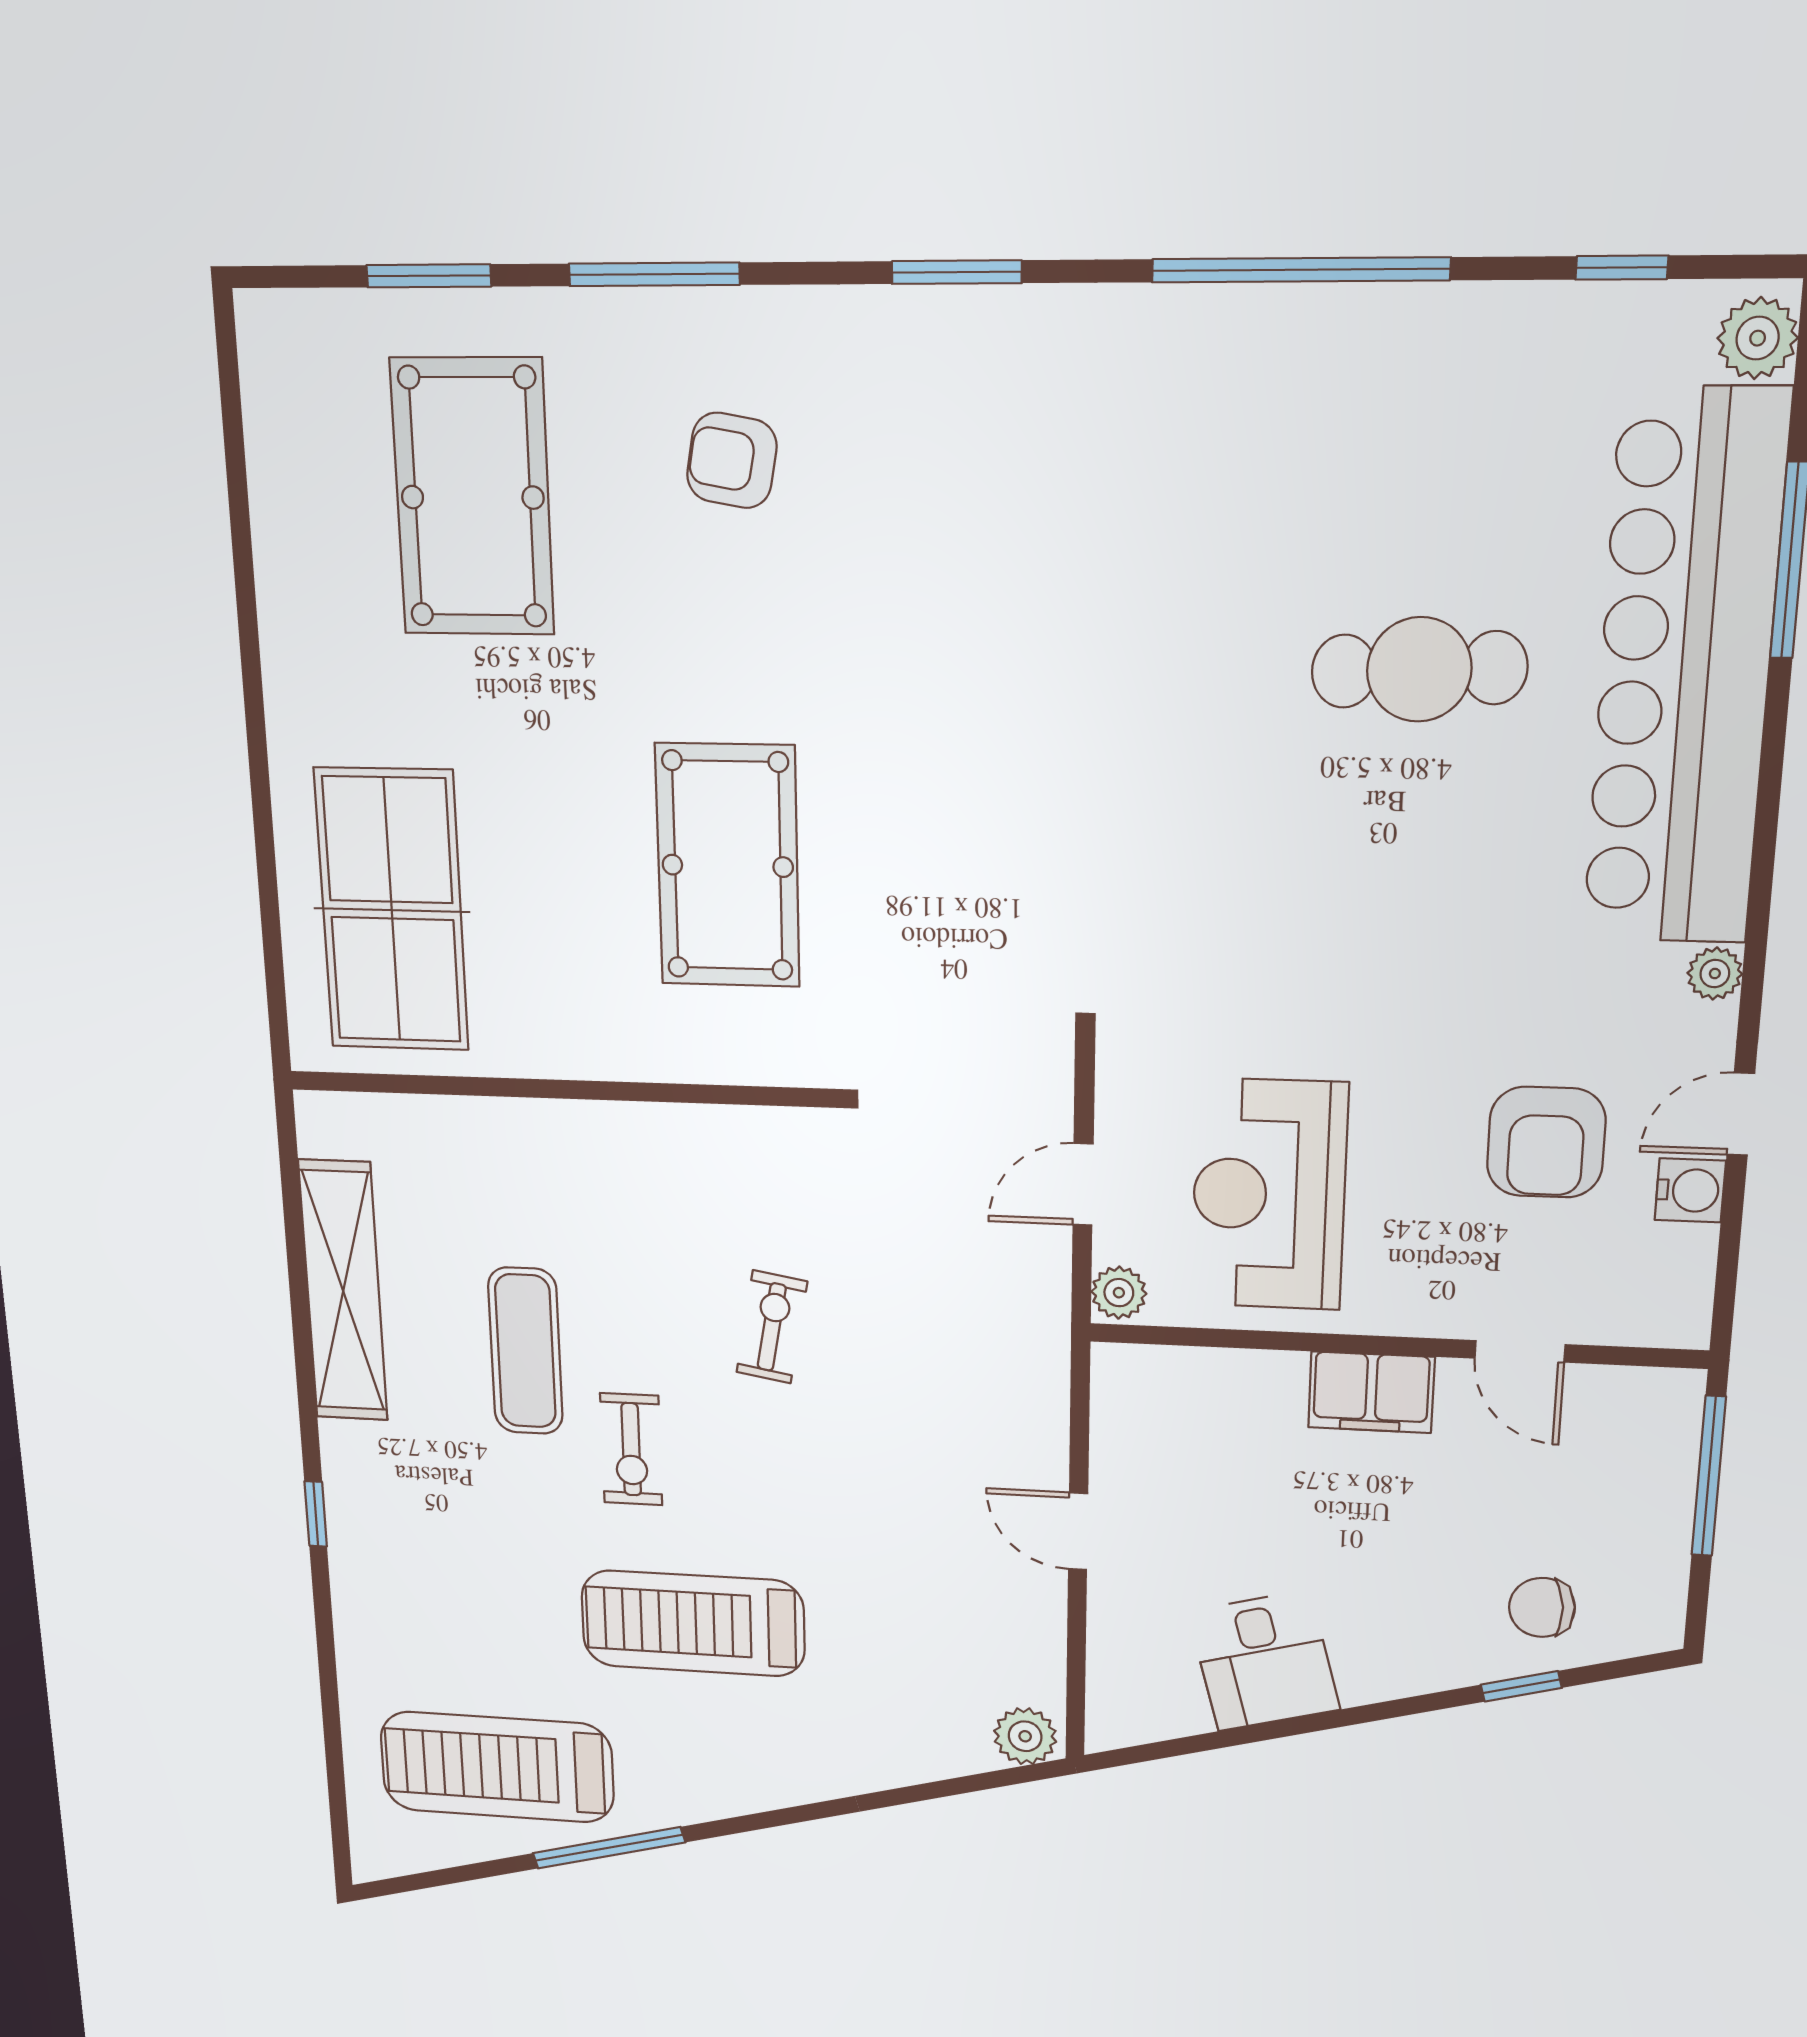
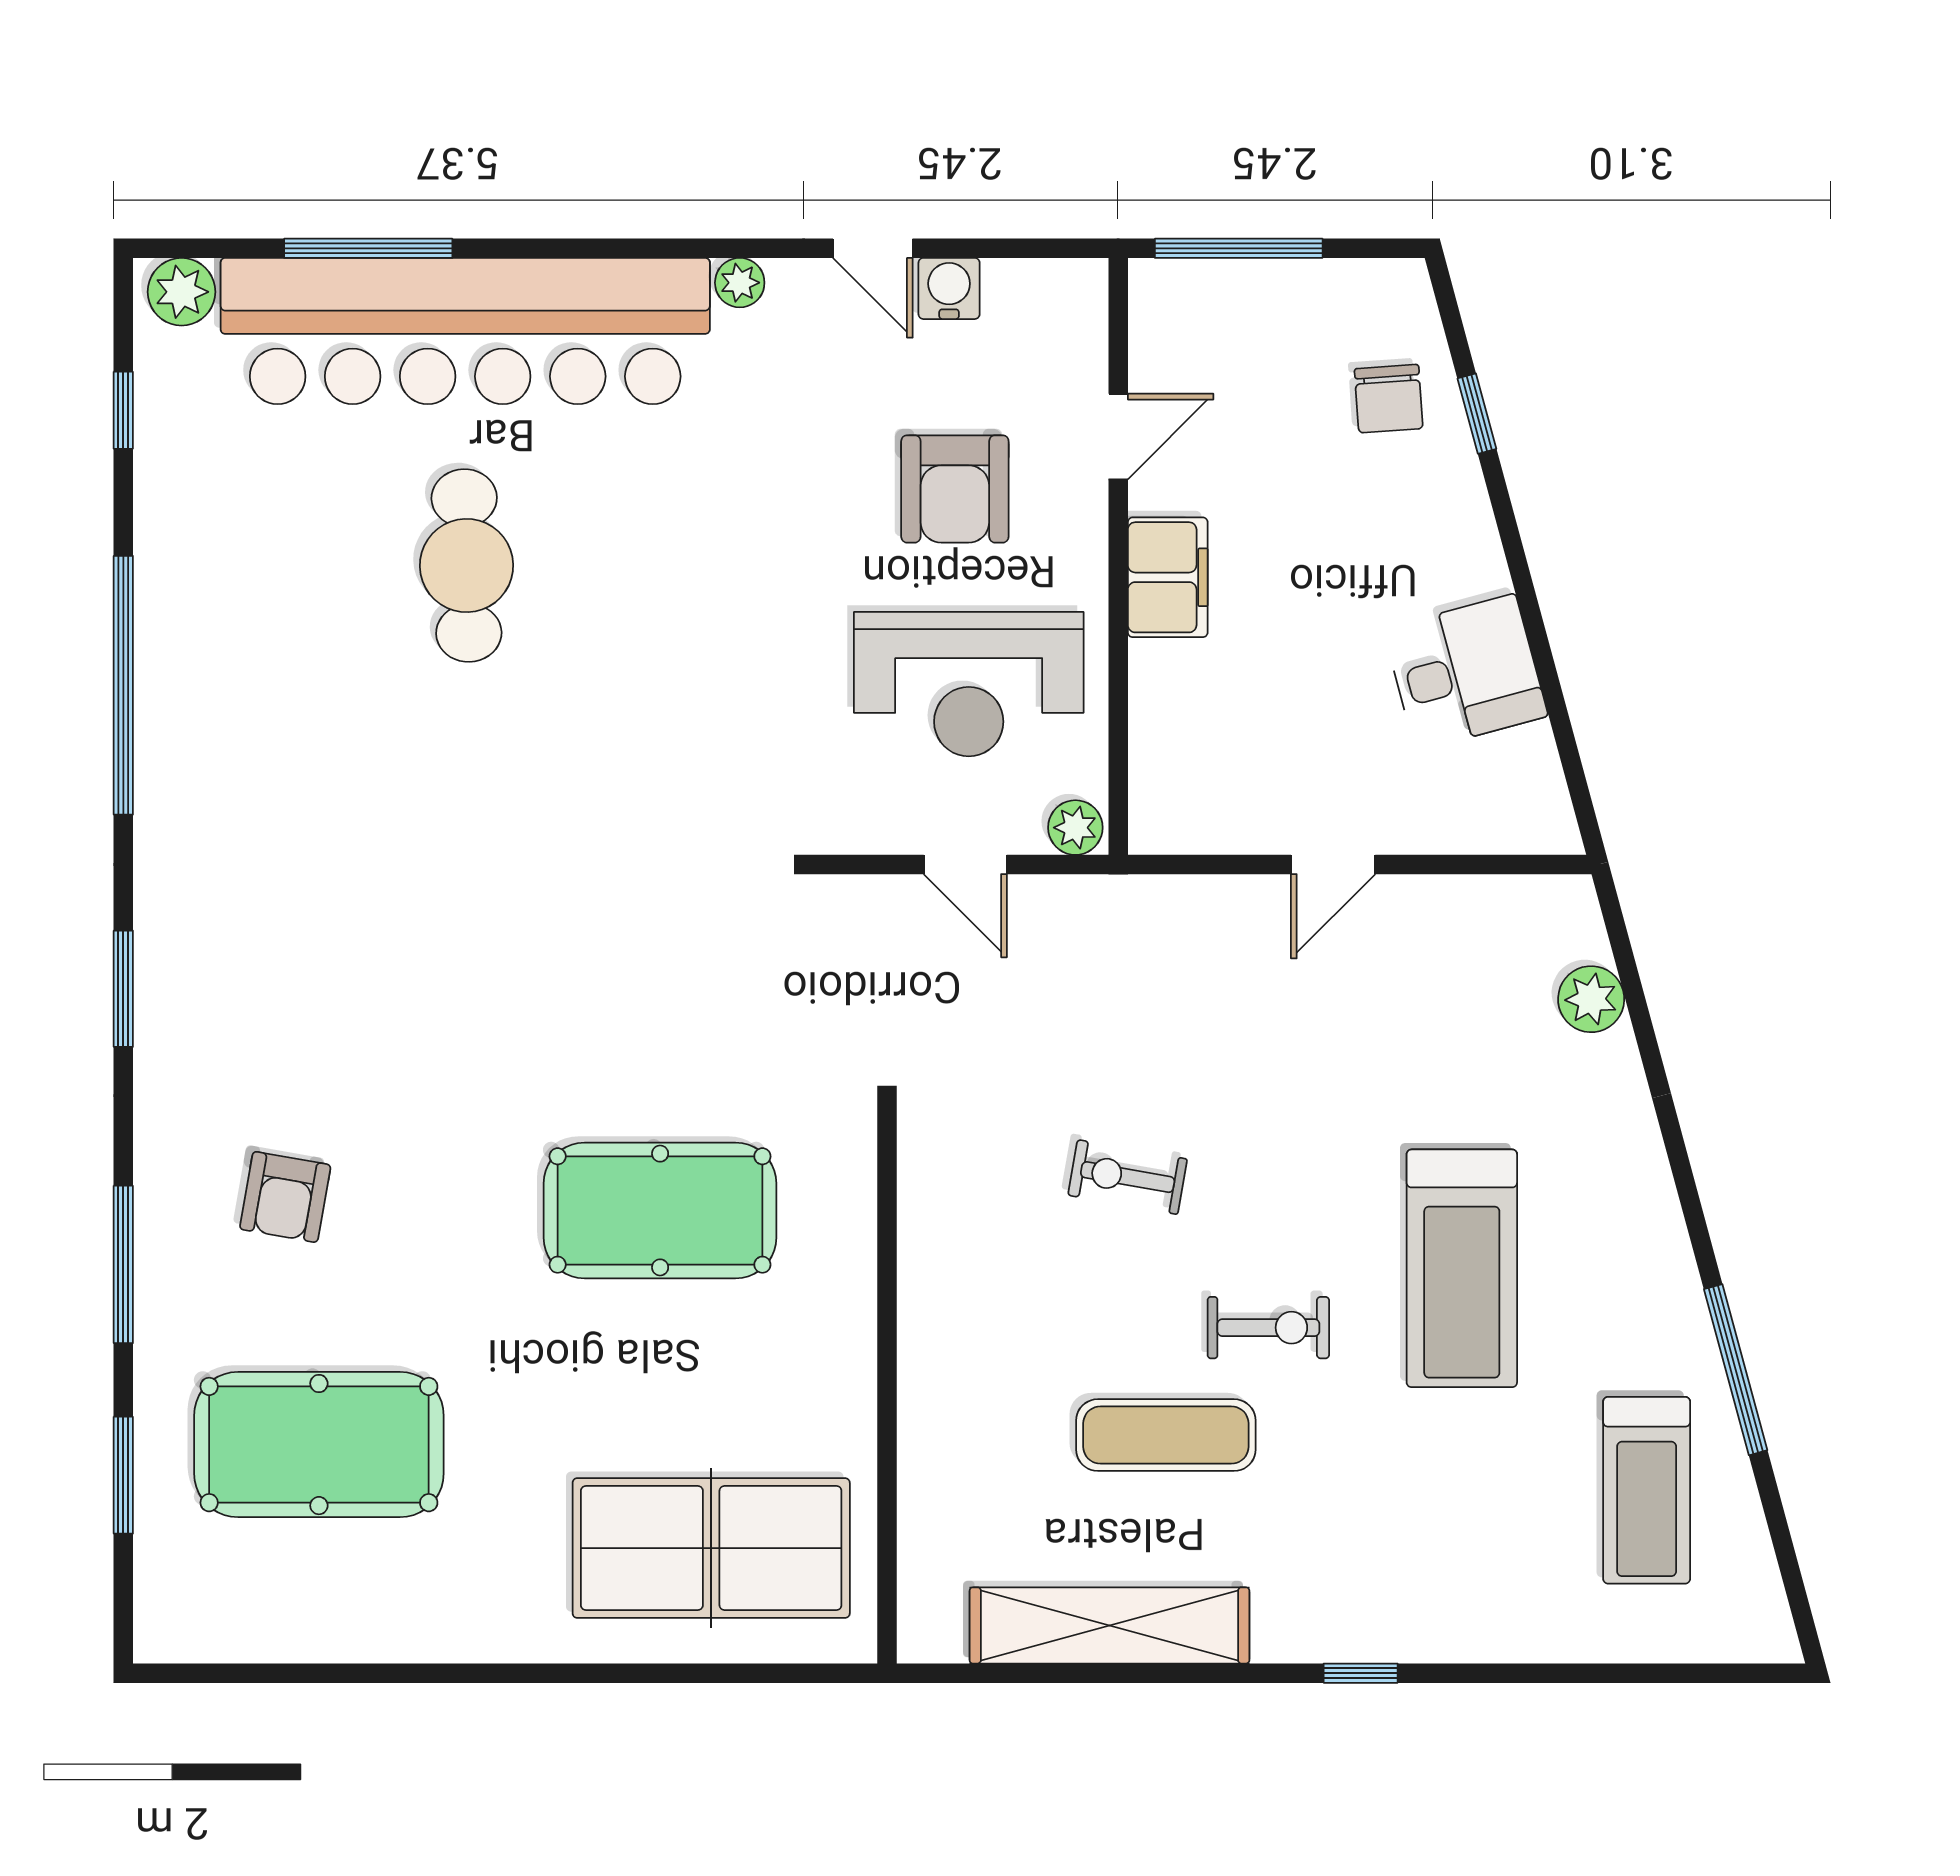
armchair: (1546, 1142) -> (955, 489), moved, turned 90
plant: (1025, 1736) -> (1591, 999), moved
treadmill: (497, 1767) -> (1647, 1490), width x0.73, depth x0.73

